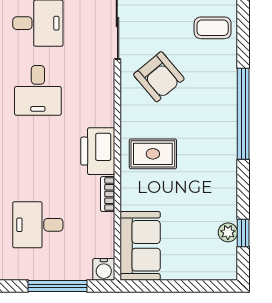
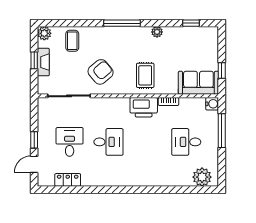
window: (243, 114) -> (122, 23), width x0.68
desk: (38, 225) -> (186, 142), turned 90
plant: (228, 232) -> (157, 32), moved
window: (161, 286) -> (222, 71), added

